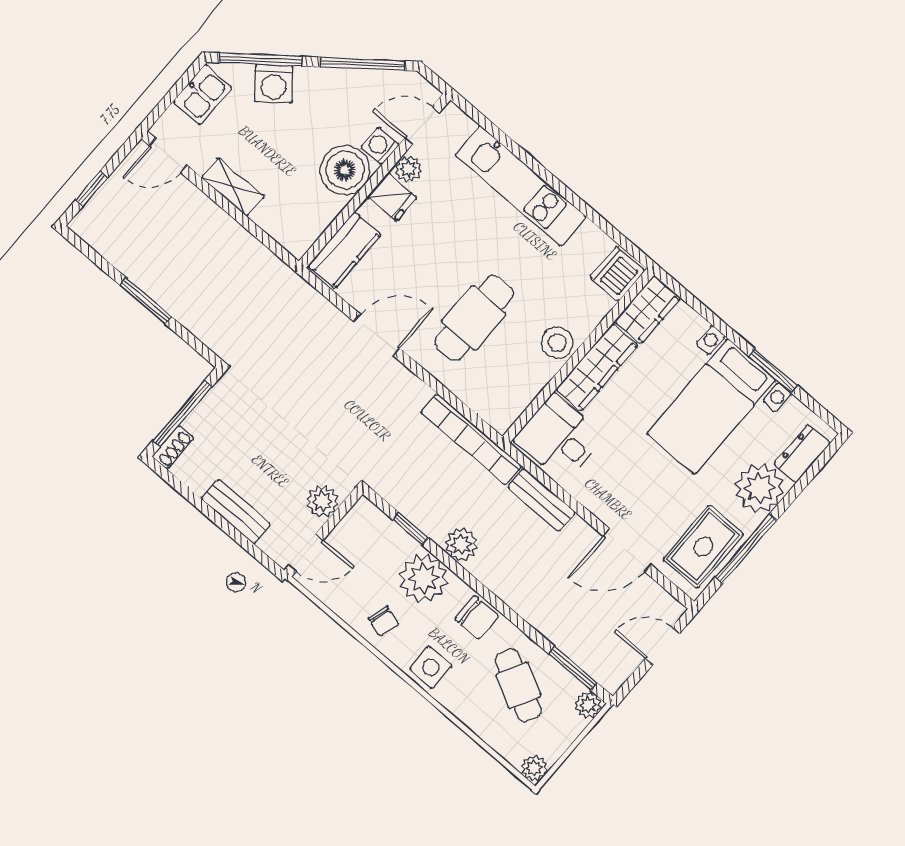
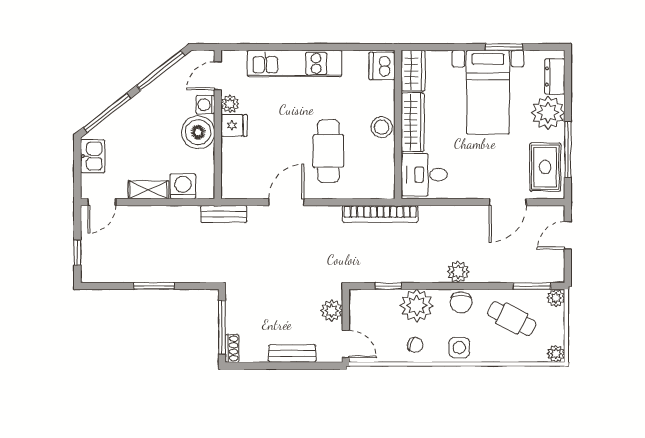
washing machine: (274, 84) -> (183, 186), moved, turned -142
kitchen counter: (344, 250) -> (233, 173), removed
bench: (542, 500) -> (224, 214), moved
plant: (461, 545) -> (458, 272), moved
door: (306, 553) -> (346, 344), hinge flipped
chair: (477, 618) -> (461, 302), turned 90

